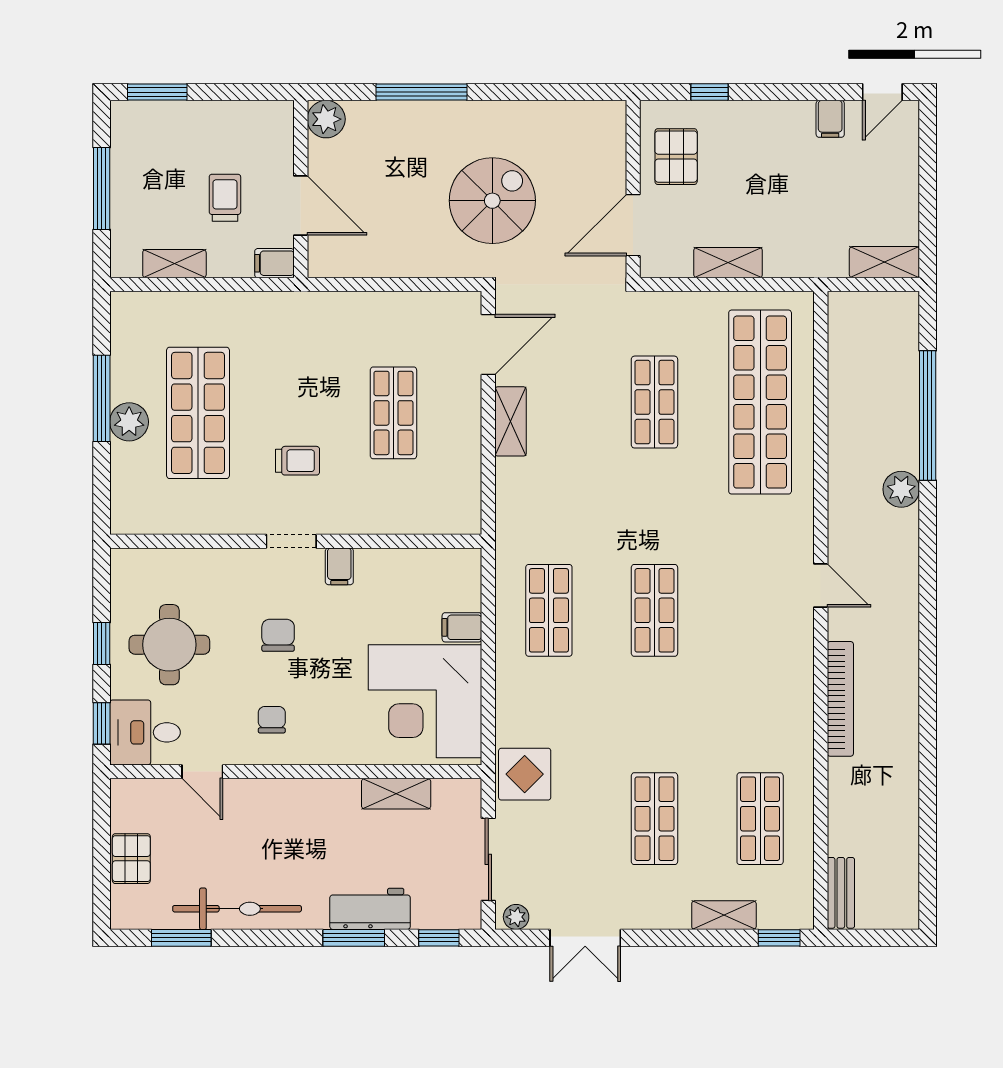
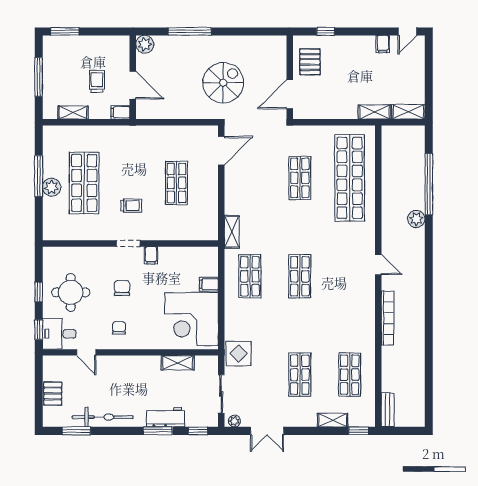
shelving: (728, 263) -> (375, 112), moved
shelving: (511, 421) -> (232, 232), moved

